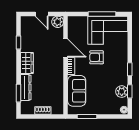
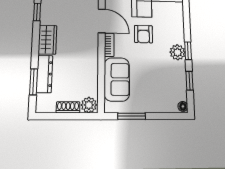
armchair: (97, 57) -> (143, 34), turned -90
plant: (122, 92) -> (177, 52), moved
plant: (57, 109) -> (89, 105), added

